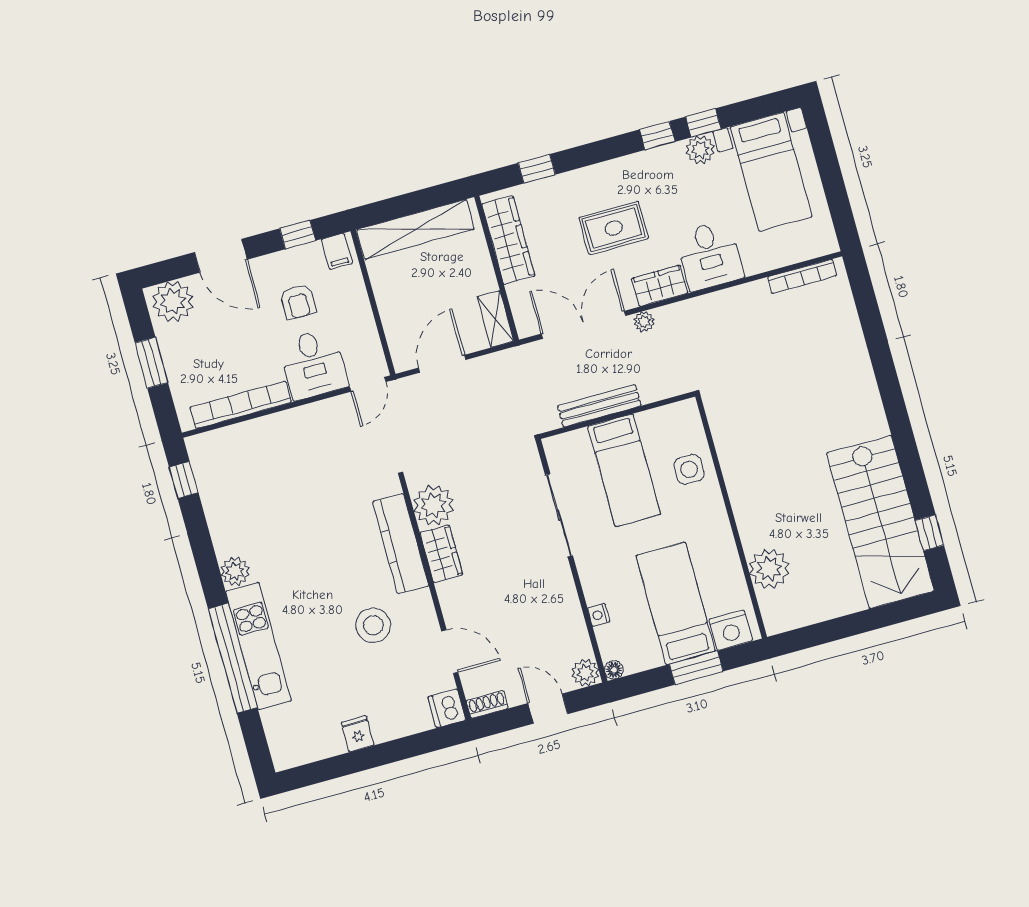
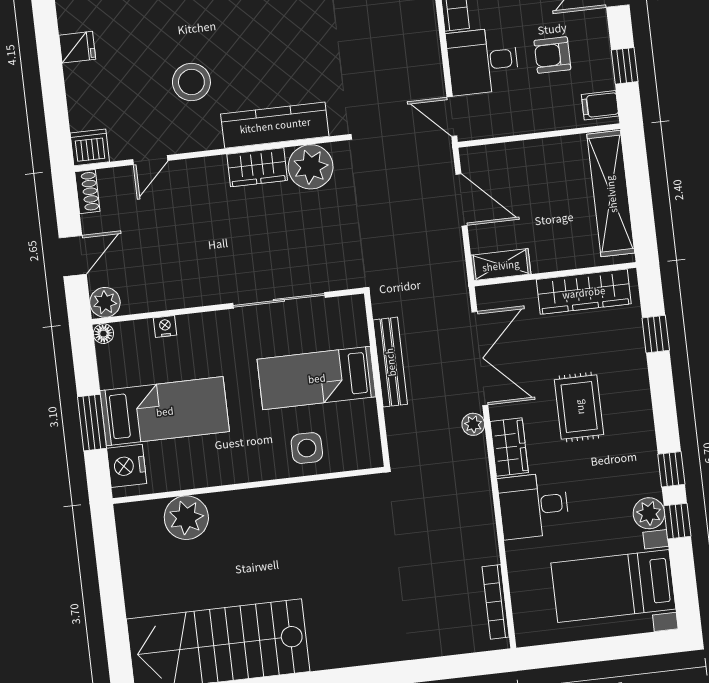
door: (450, 652) -> (150, 160), width x0.73

